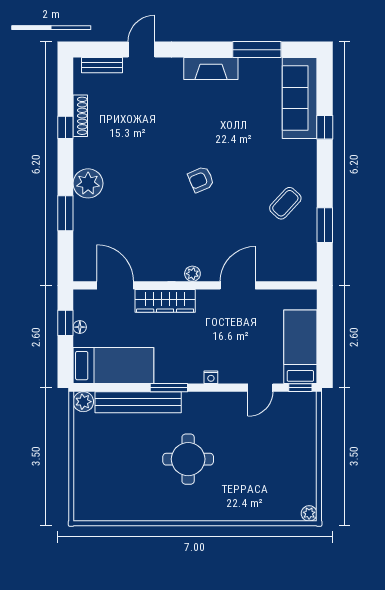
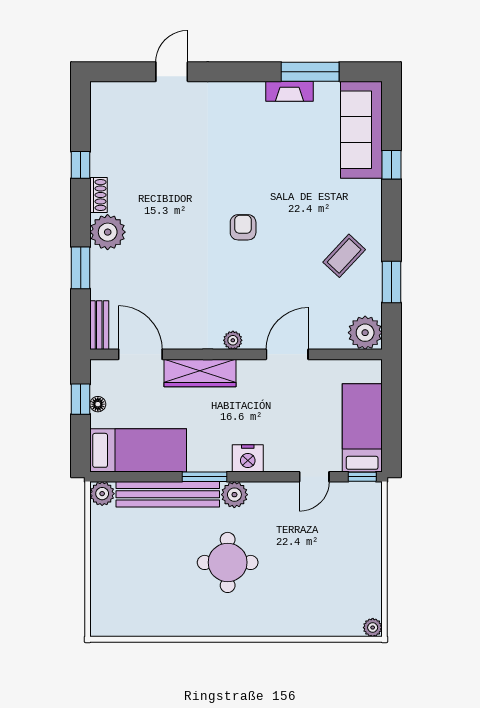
bench: (102, 65) -> (99, 325), moved, turned 90
fireplace: (211, 69) -> (290, 91), moved, width x0.73, depth x0.76
shoe rack: (80, 116) -> (99, 195), moved, width x0.70
armchair: (201, 179) -> (243, 227), turned 113
plant: (303, 267) -> (365, 333), added
nightstand: (211, 377) -> (248, 458), width x1.89, depth x1.79
plant: (194, 403) -> (234, 495), added

